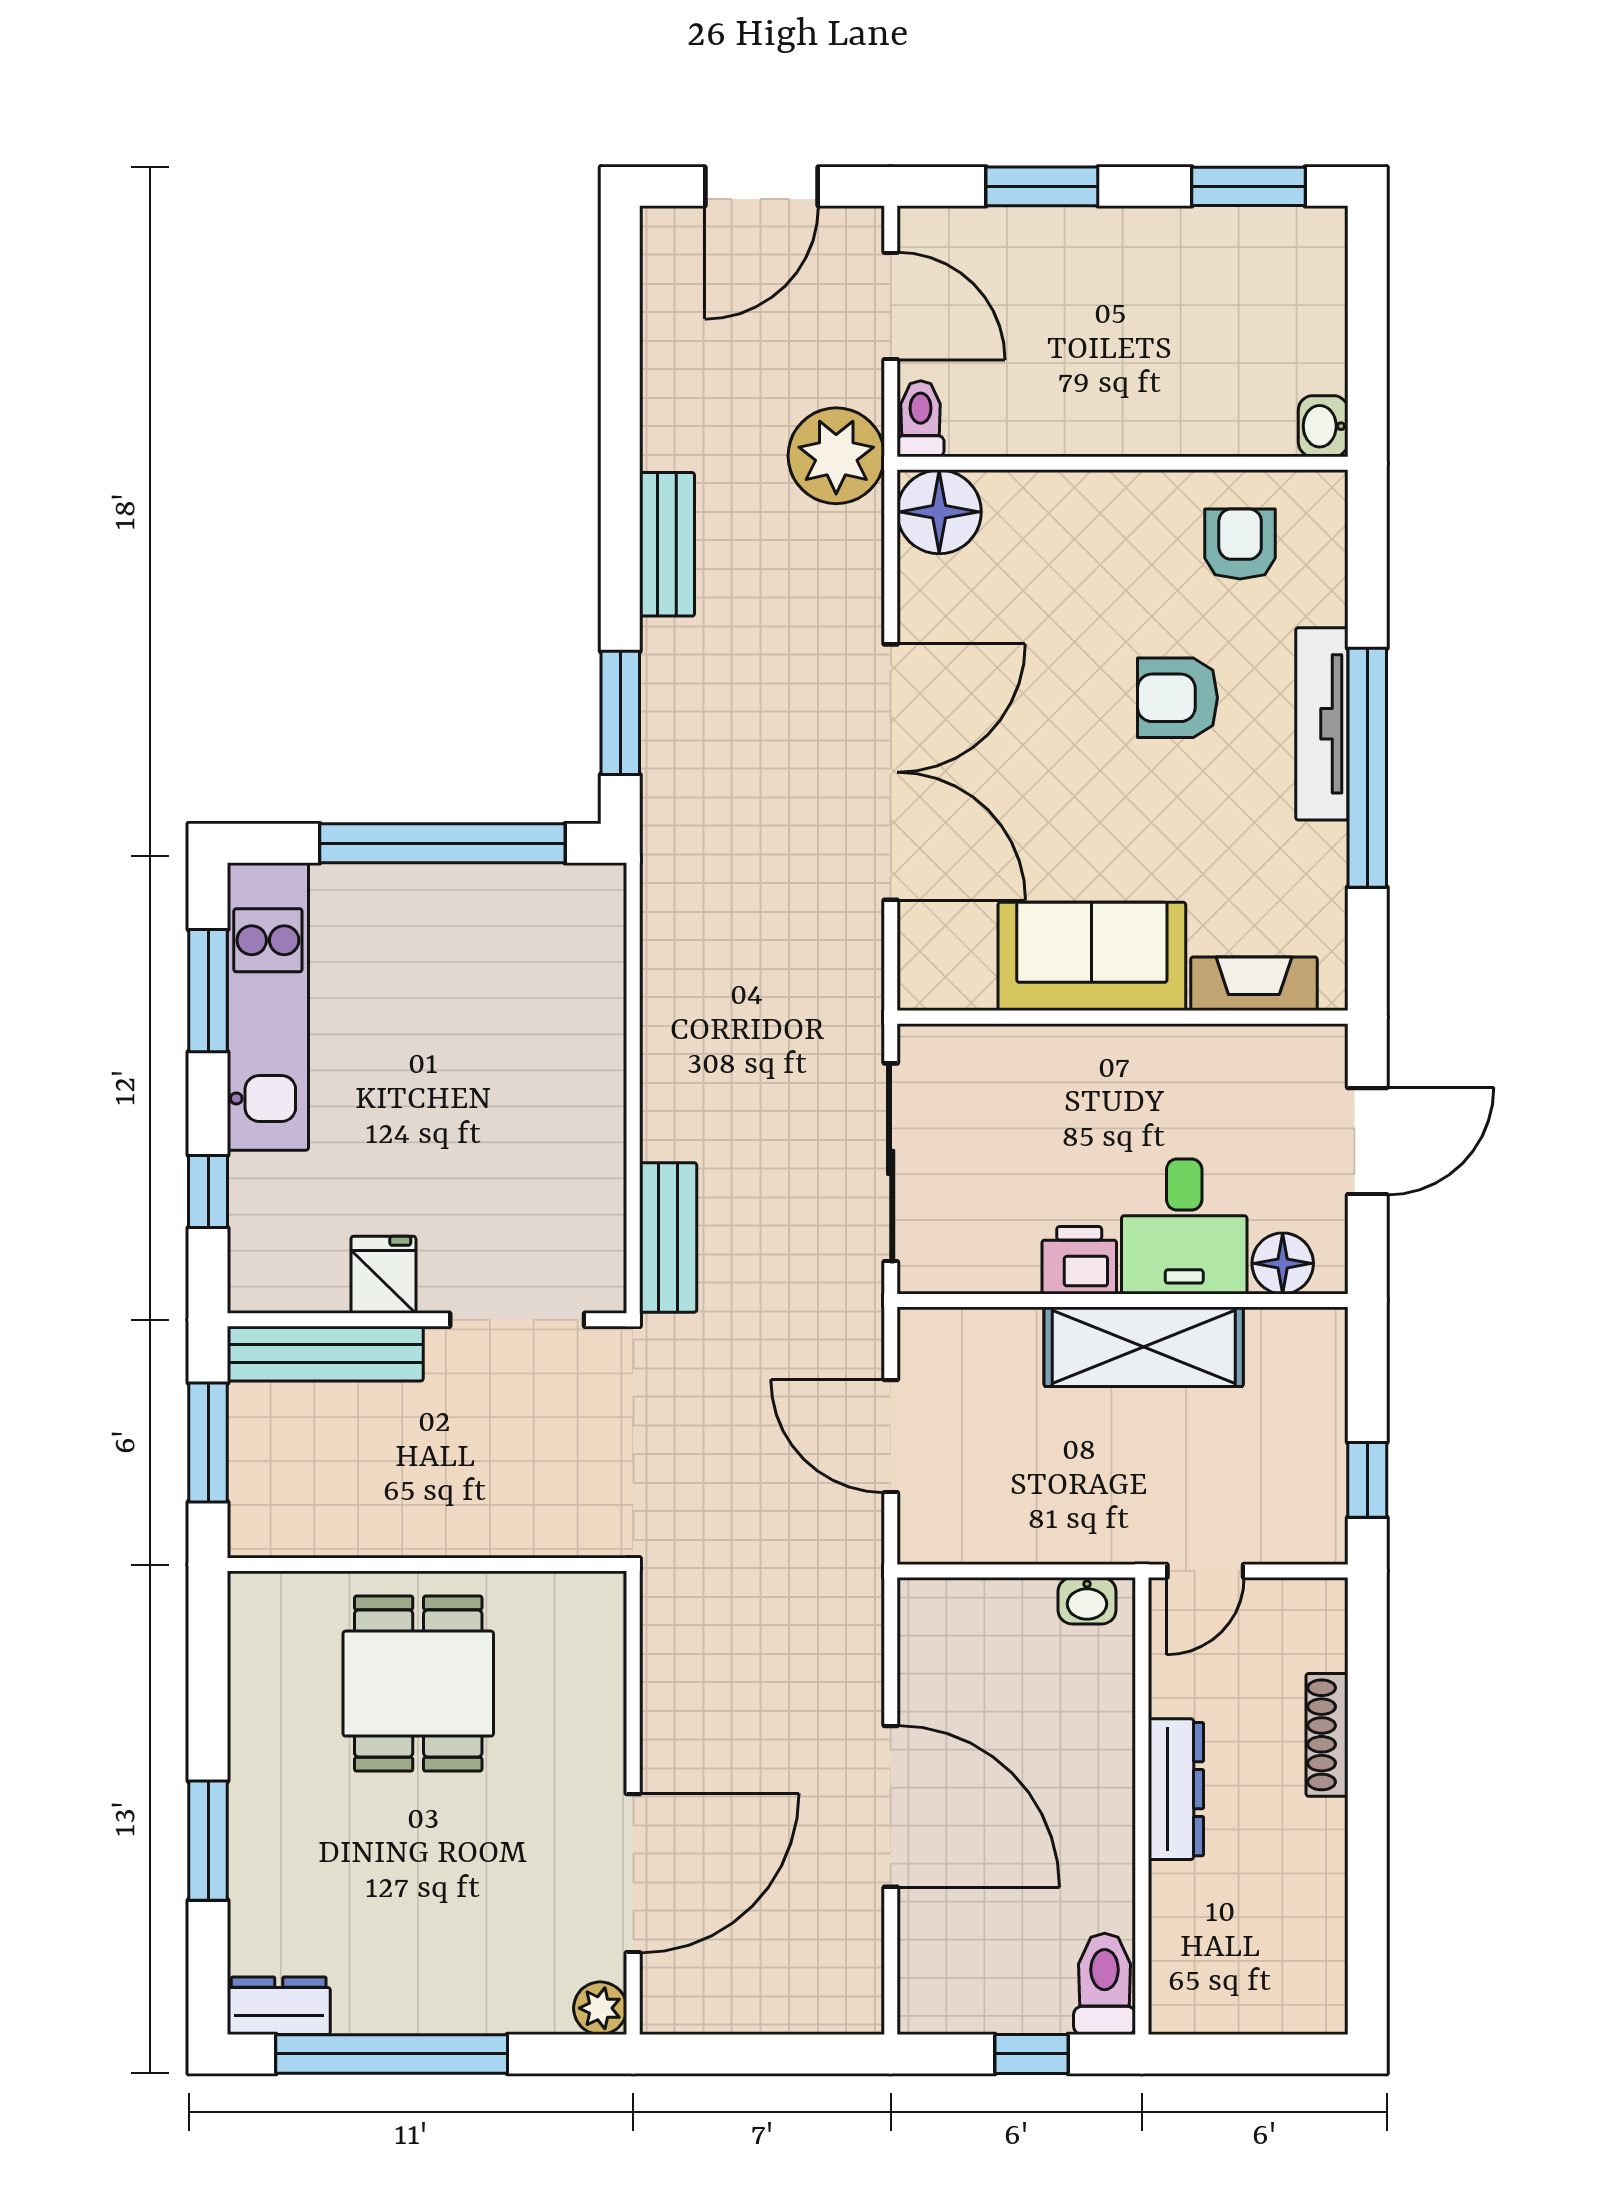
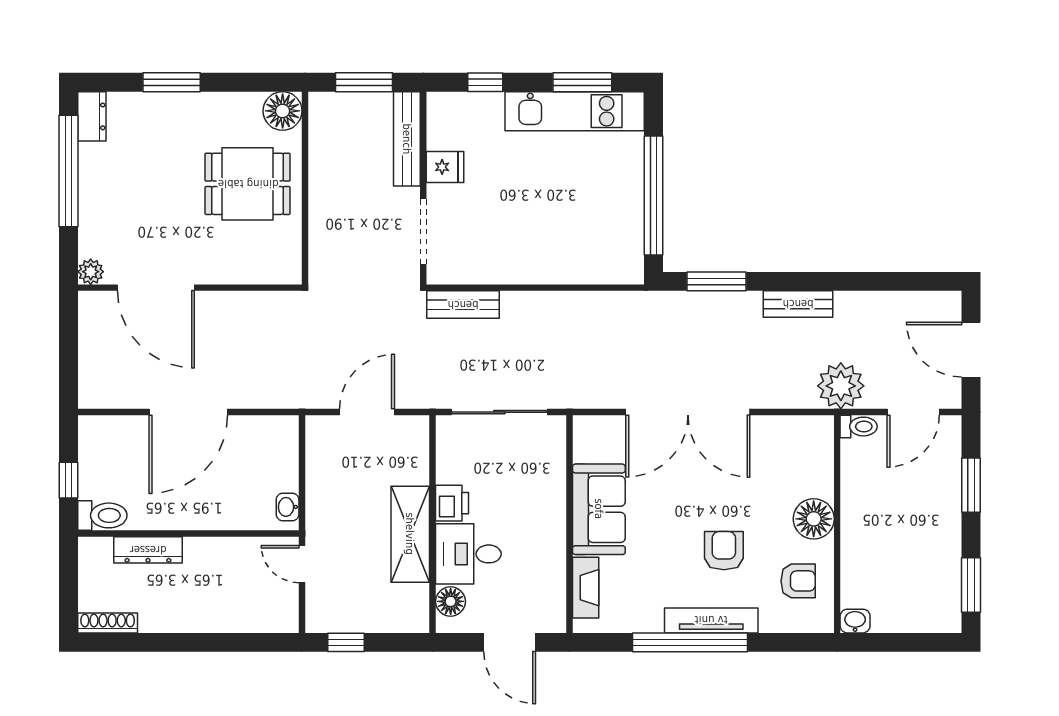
floor lamp: (939, 512) -> (814, 519), moved
floor lamp: (267, 1611) -> (283, 111), added
shoe rack: (1327, 1735) -> (108, 623), moved
dresser: (1176, 1789) -> (148, 550), moved

